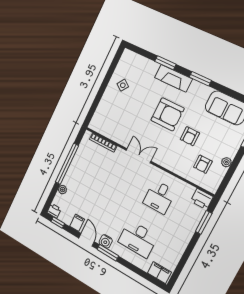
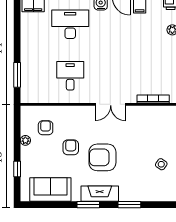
fireplace: (173, 78) -> (100, 194), moved
printer: (202, 199) -> (30, 95), removed

